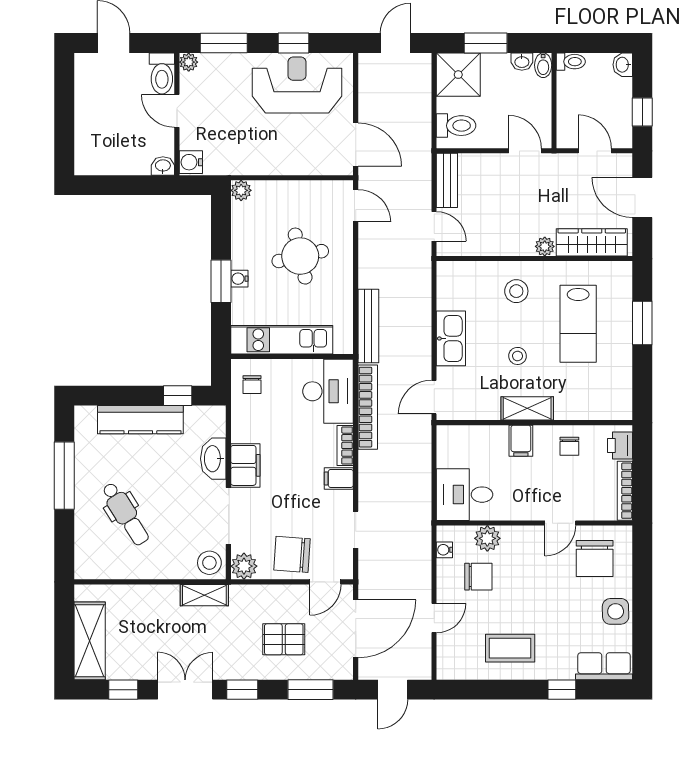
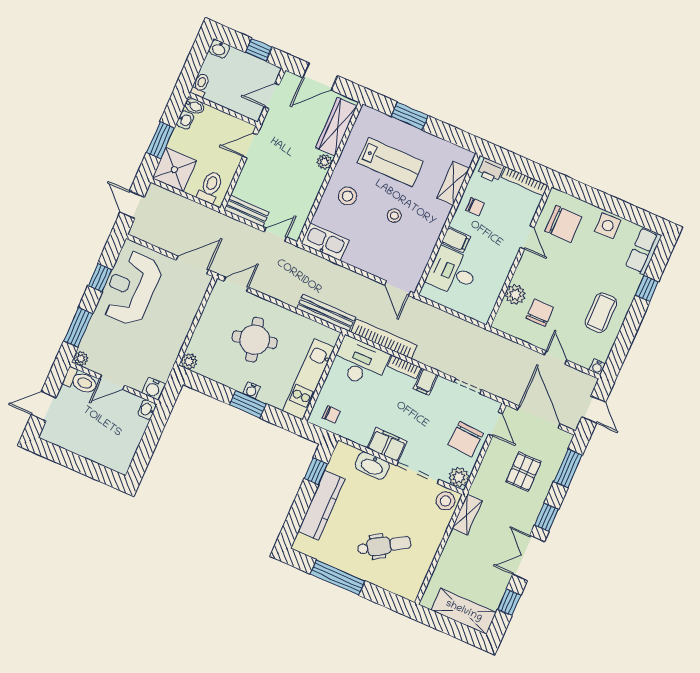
kitchen sink: (451, 338) -> (325, 242), moved
shelving: (527, 408) -> (453, 183), moved
desk: (465, 495) -> (452, 272), moved, turned 90
water cooler: (444, 550) -> (597, 367), moved

